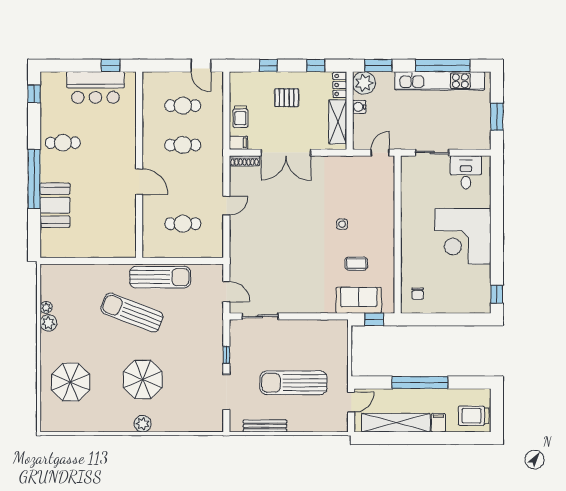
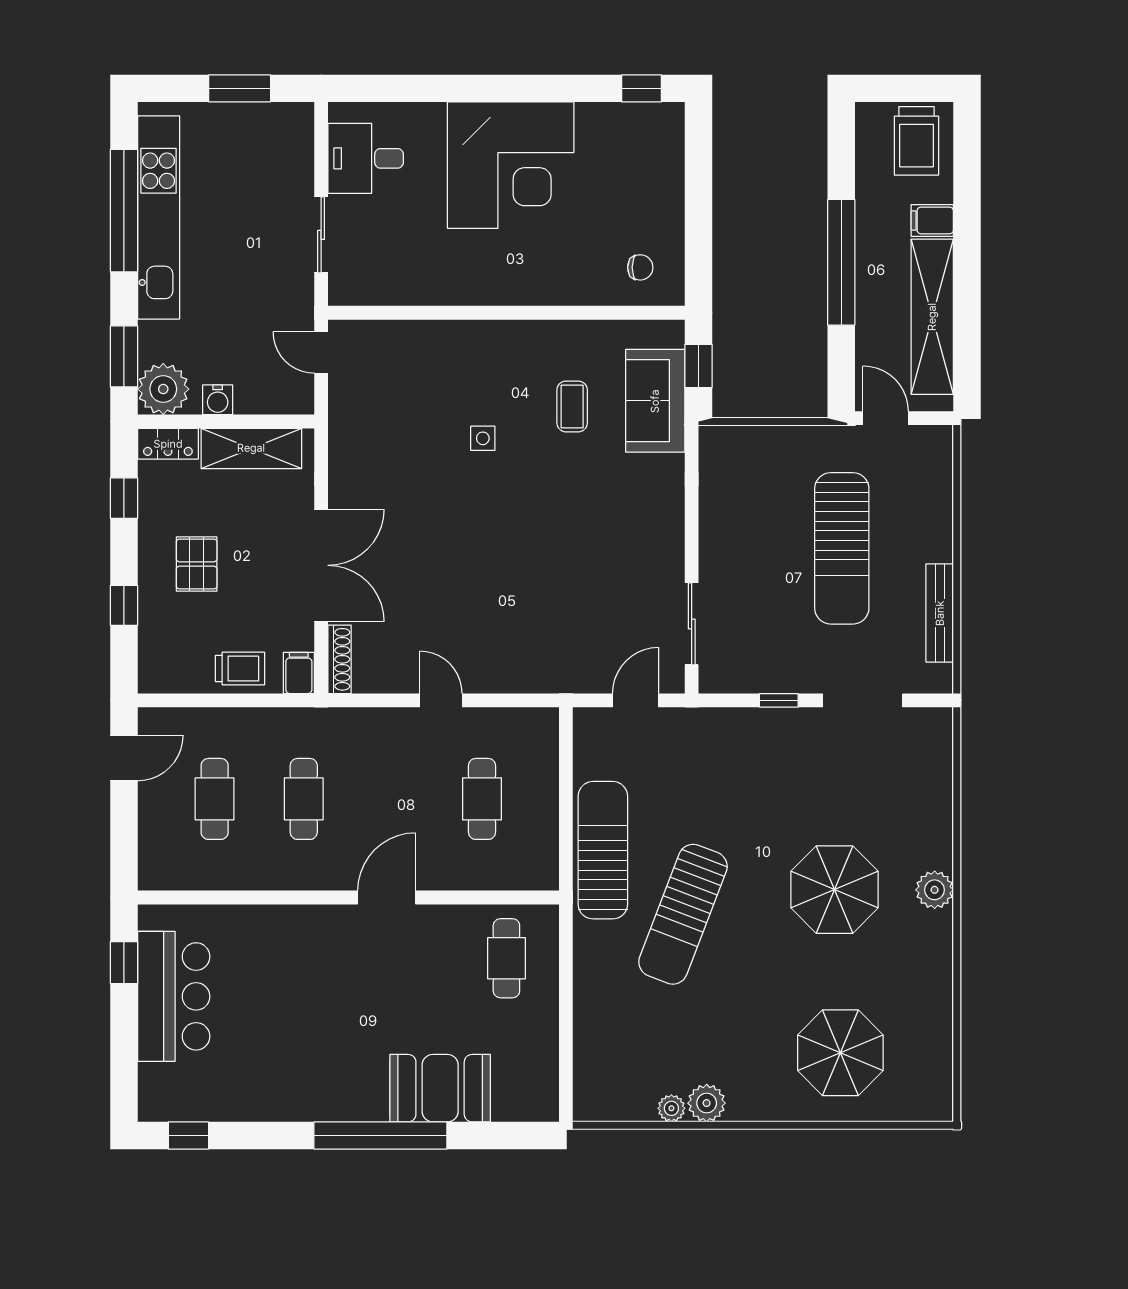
cafe table: (63, 143) -> (506, 958), moved

